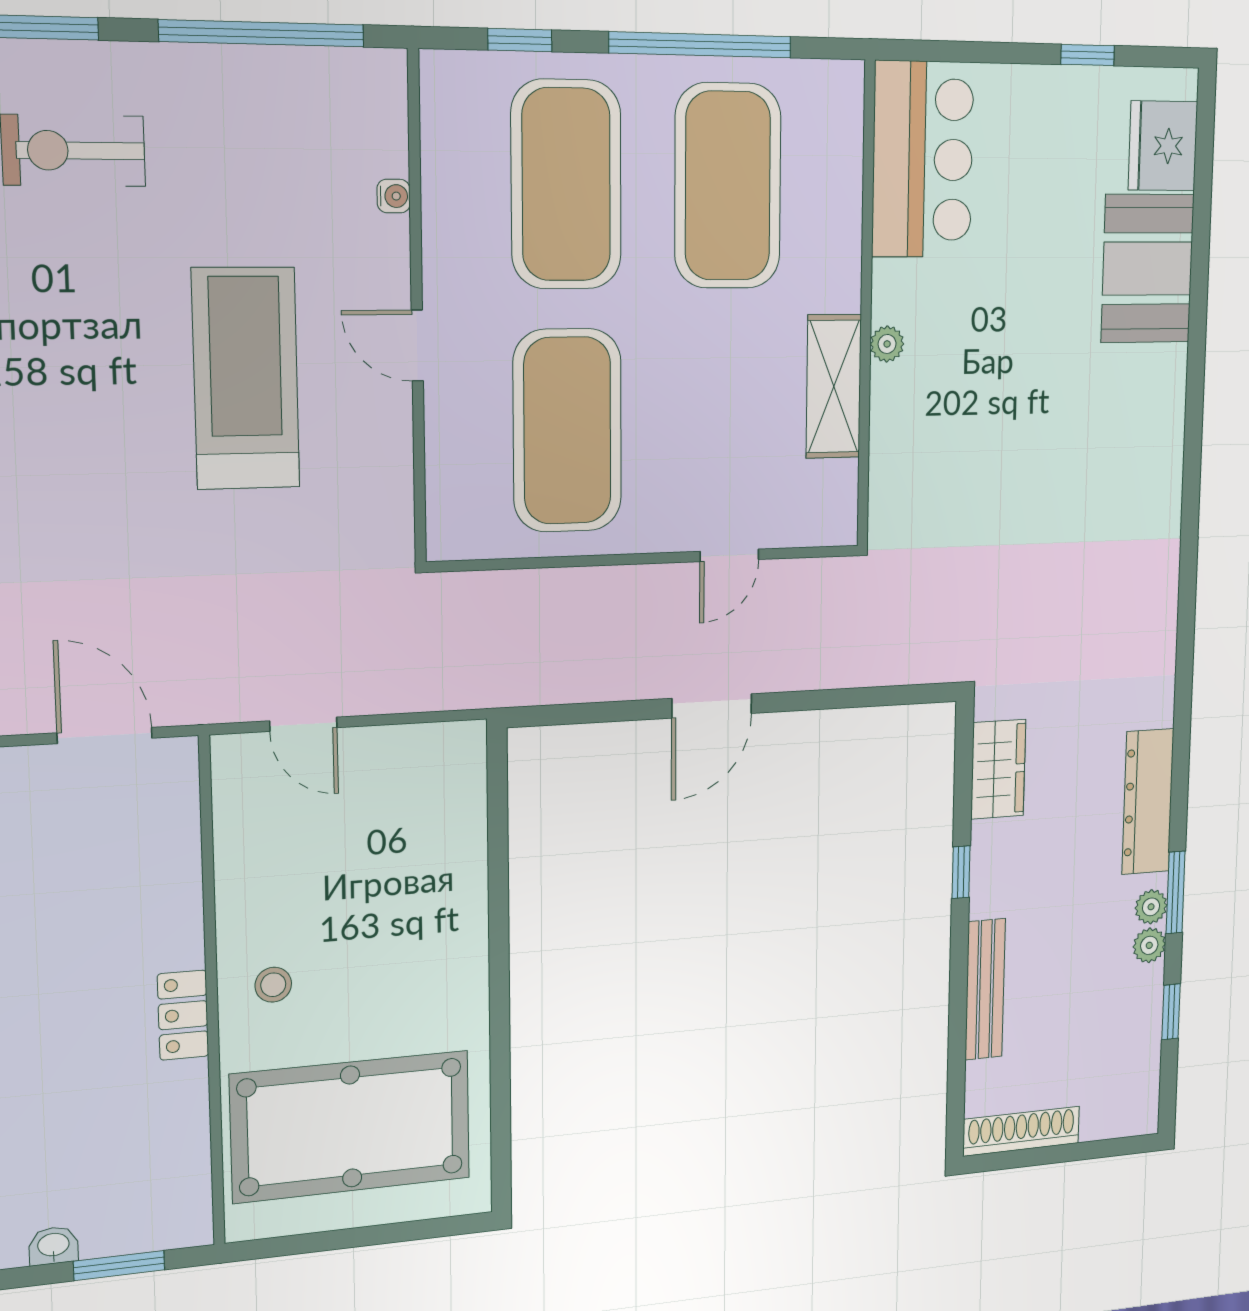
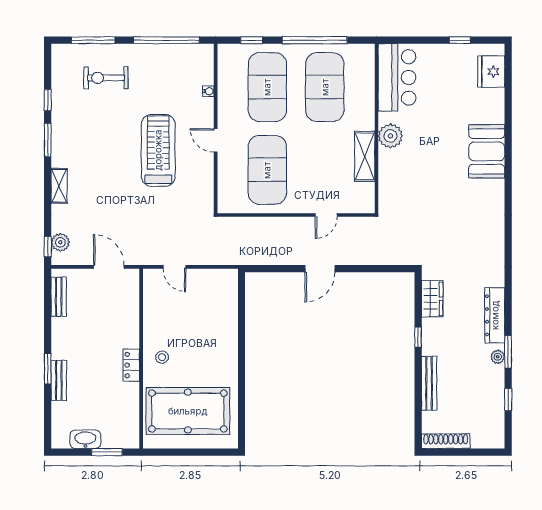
booth: (1148, 269) -> (487, 151), moved
plant: (887, 344) -> (390, 136), width x1.87, depth x1.87
plant: (1149, 945) -> (498, 372), removed
washbasin: (53, 1246) -> (85, 439), width x1.91, depth x1.45

